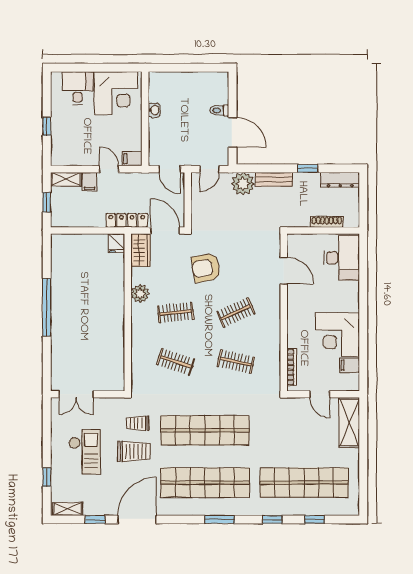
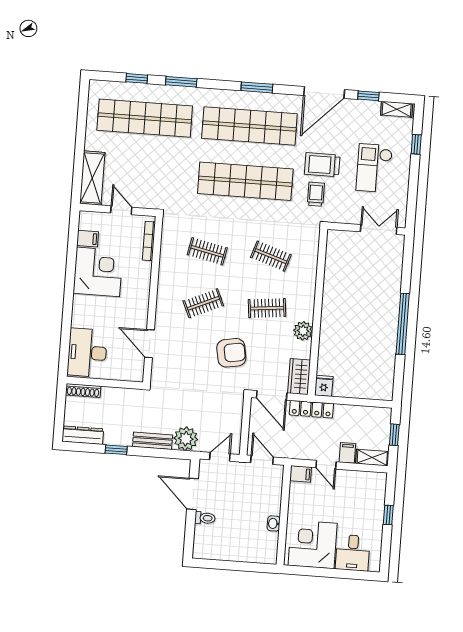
shoe rack: (327, 222) -> (83, 390), moved
trolley: (138, 423) -> (316, 194), turned -90
window: (220, 519) -> (257, 87), moved
window: (272, 519) -> (181, 82), width x1.50

